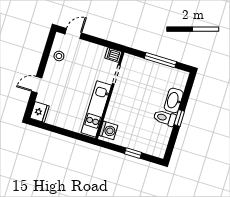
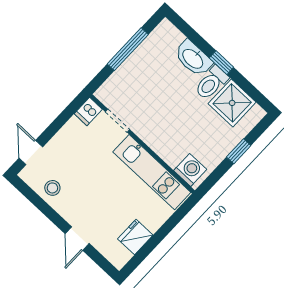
fridge: (40, 112) -> (135, 237), moved, turned -90
shower: (159, 136) -> (232, 103), added

